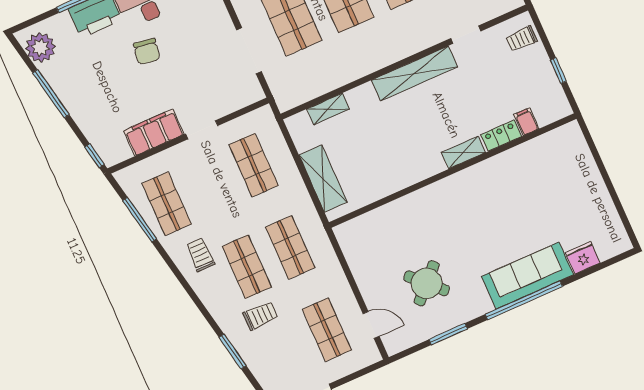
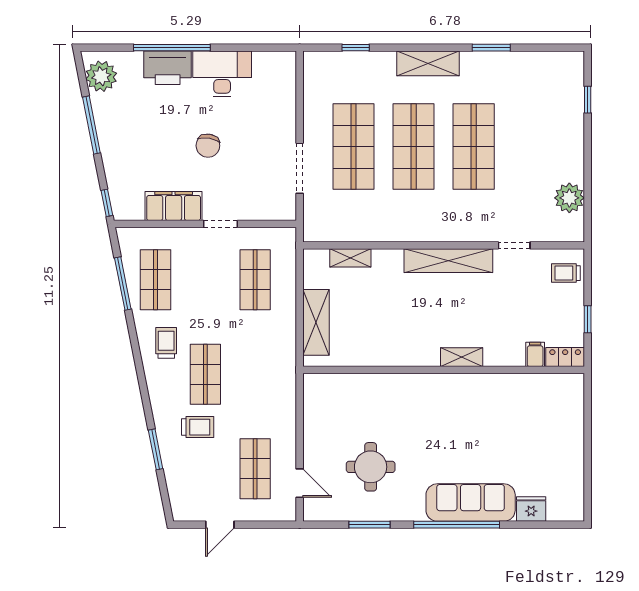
chair: (147, 51) -> (208, 146), moved
locker: (501, 136) -> (565, 357), moved
shop shelf: (290, 247) -> (255, 374), removed
round table: (427, 283) -> (371, 467), turned 45

